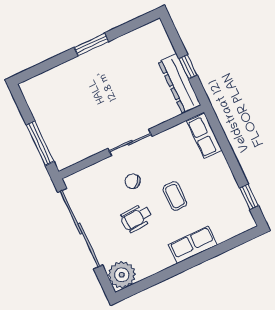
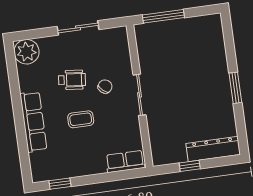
dresser: (180, 84) -> (213, 149), moved
wheelchair: (136, 218) -> (72, 80), turned 100
sliding door: (80, 229) -> (78, 28), width x0.54
row of seats: (193, 245) -> (33, 122), width x1.48

